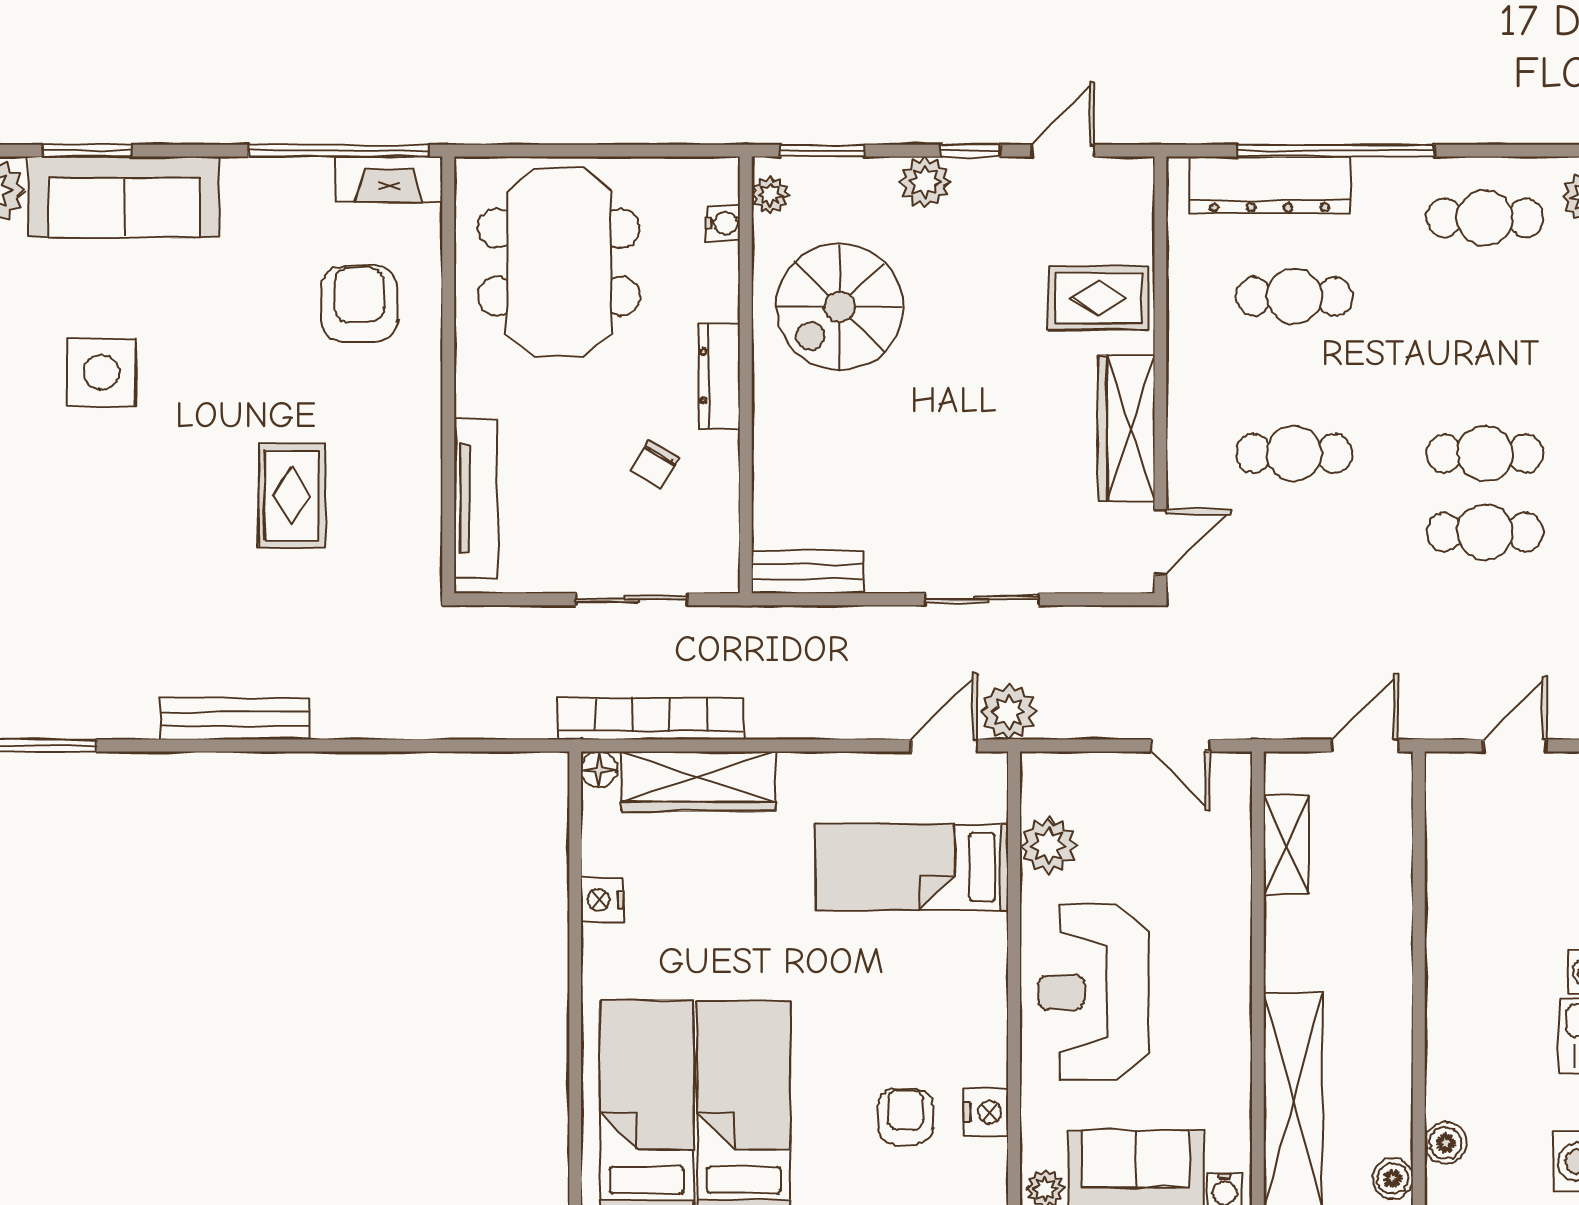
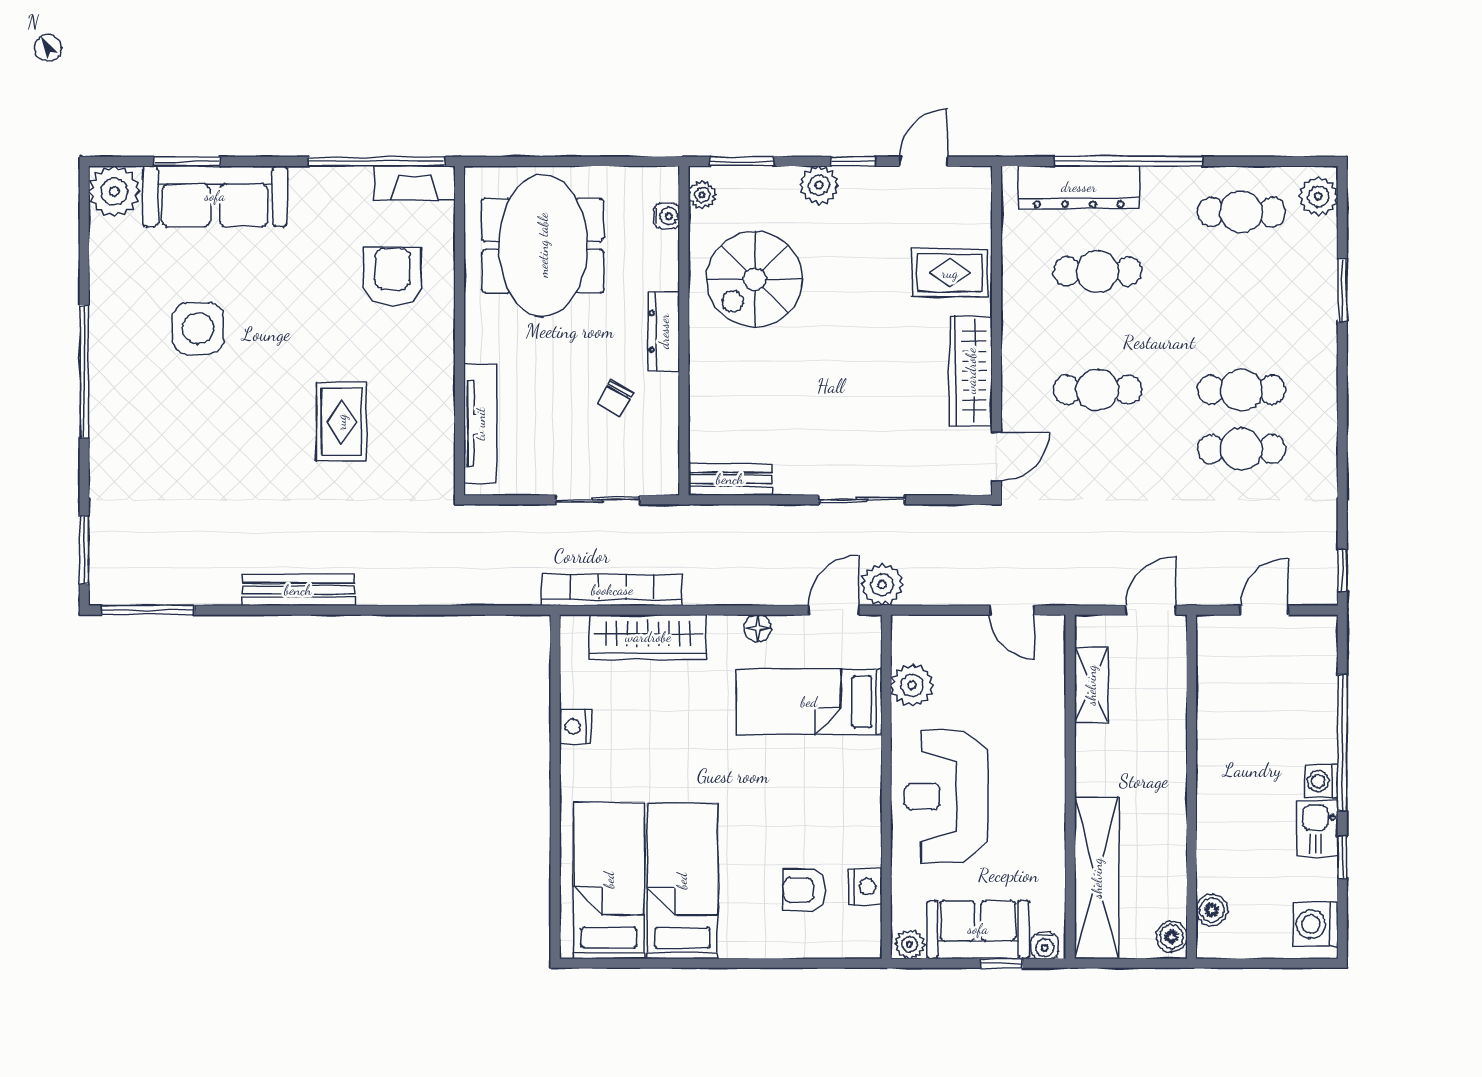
floor lamp: (599, 770) -> (757, 628), moved
armchair: (905, 1117) -> (804, 890), turned -90

